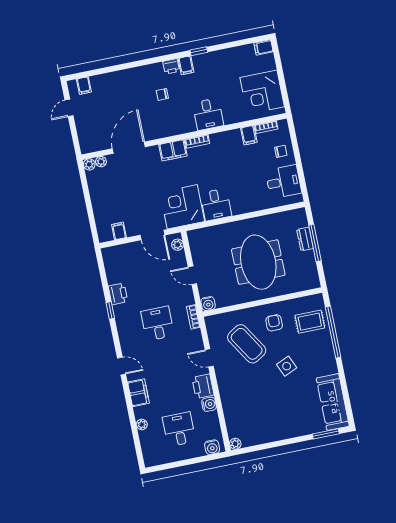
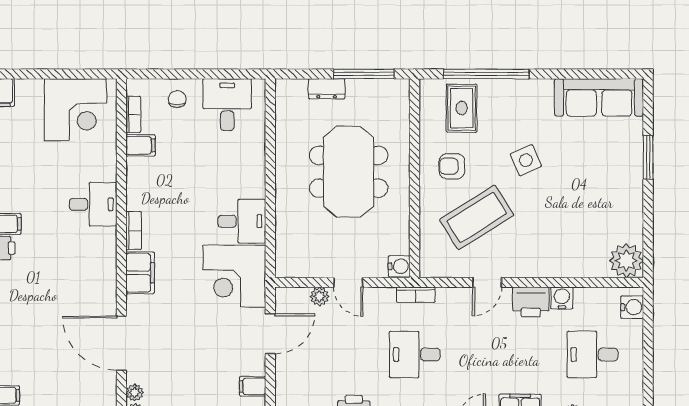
chair: (162, 94) -> (46, 272), removed
window: (315, 243) -> (364, 74), moved
plant: (178, 245) -> (319, 296), moved
meeting table: (258, 262) -> (349, 172), turned 90
door: (192, 275) -> (348, 282), hinge flipped
window: (326, 434) -> (648, 157), moved
plant: (235, 444) -> (626, 261), width x1.88, depth x1.88

